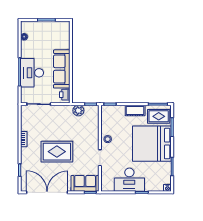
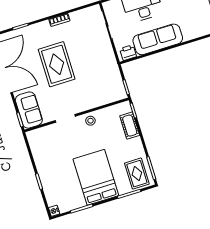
plant: (78, 111) -> (114, 75), removed
cot: (135, 111) -> (130, 126), moved
bed: (152, 144) -> (96, 177), width x0.73
desk: (129, 180) -> (50, 162), removed

